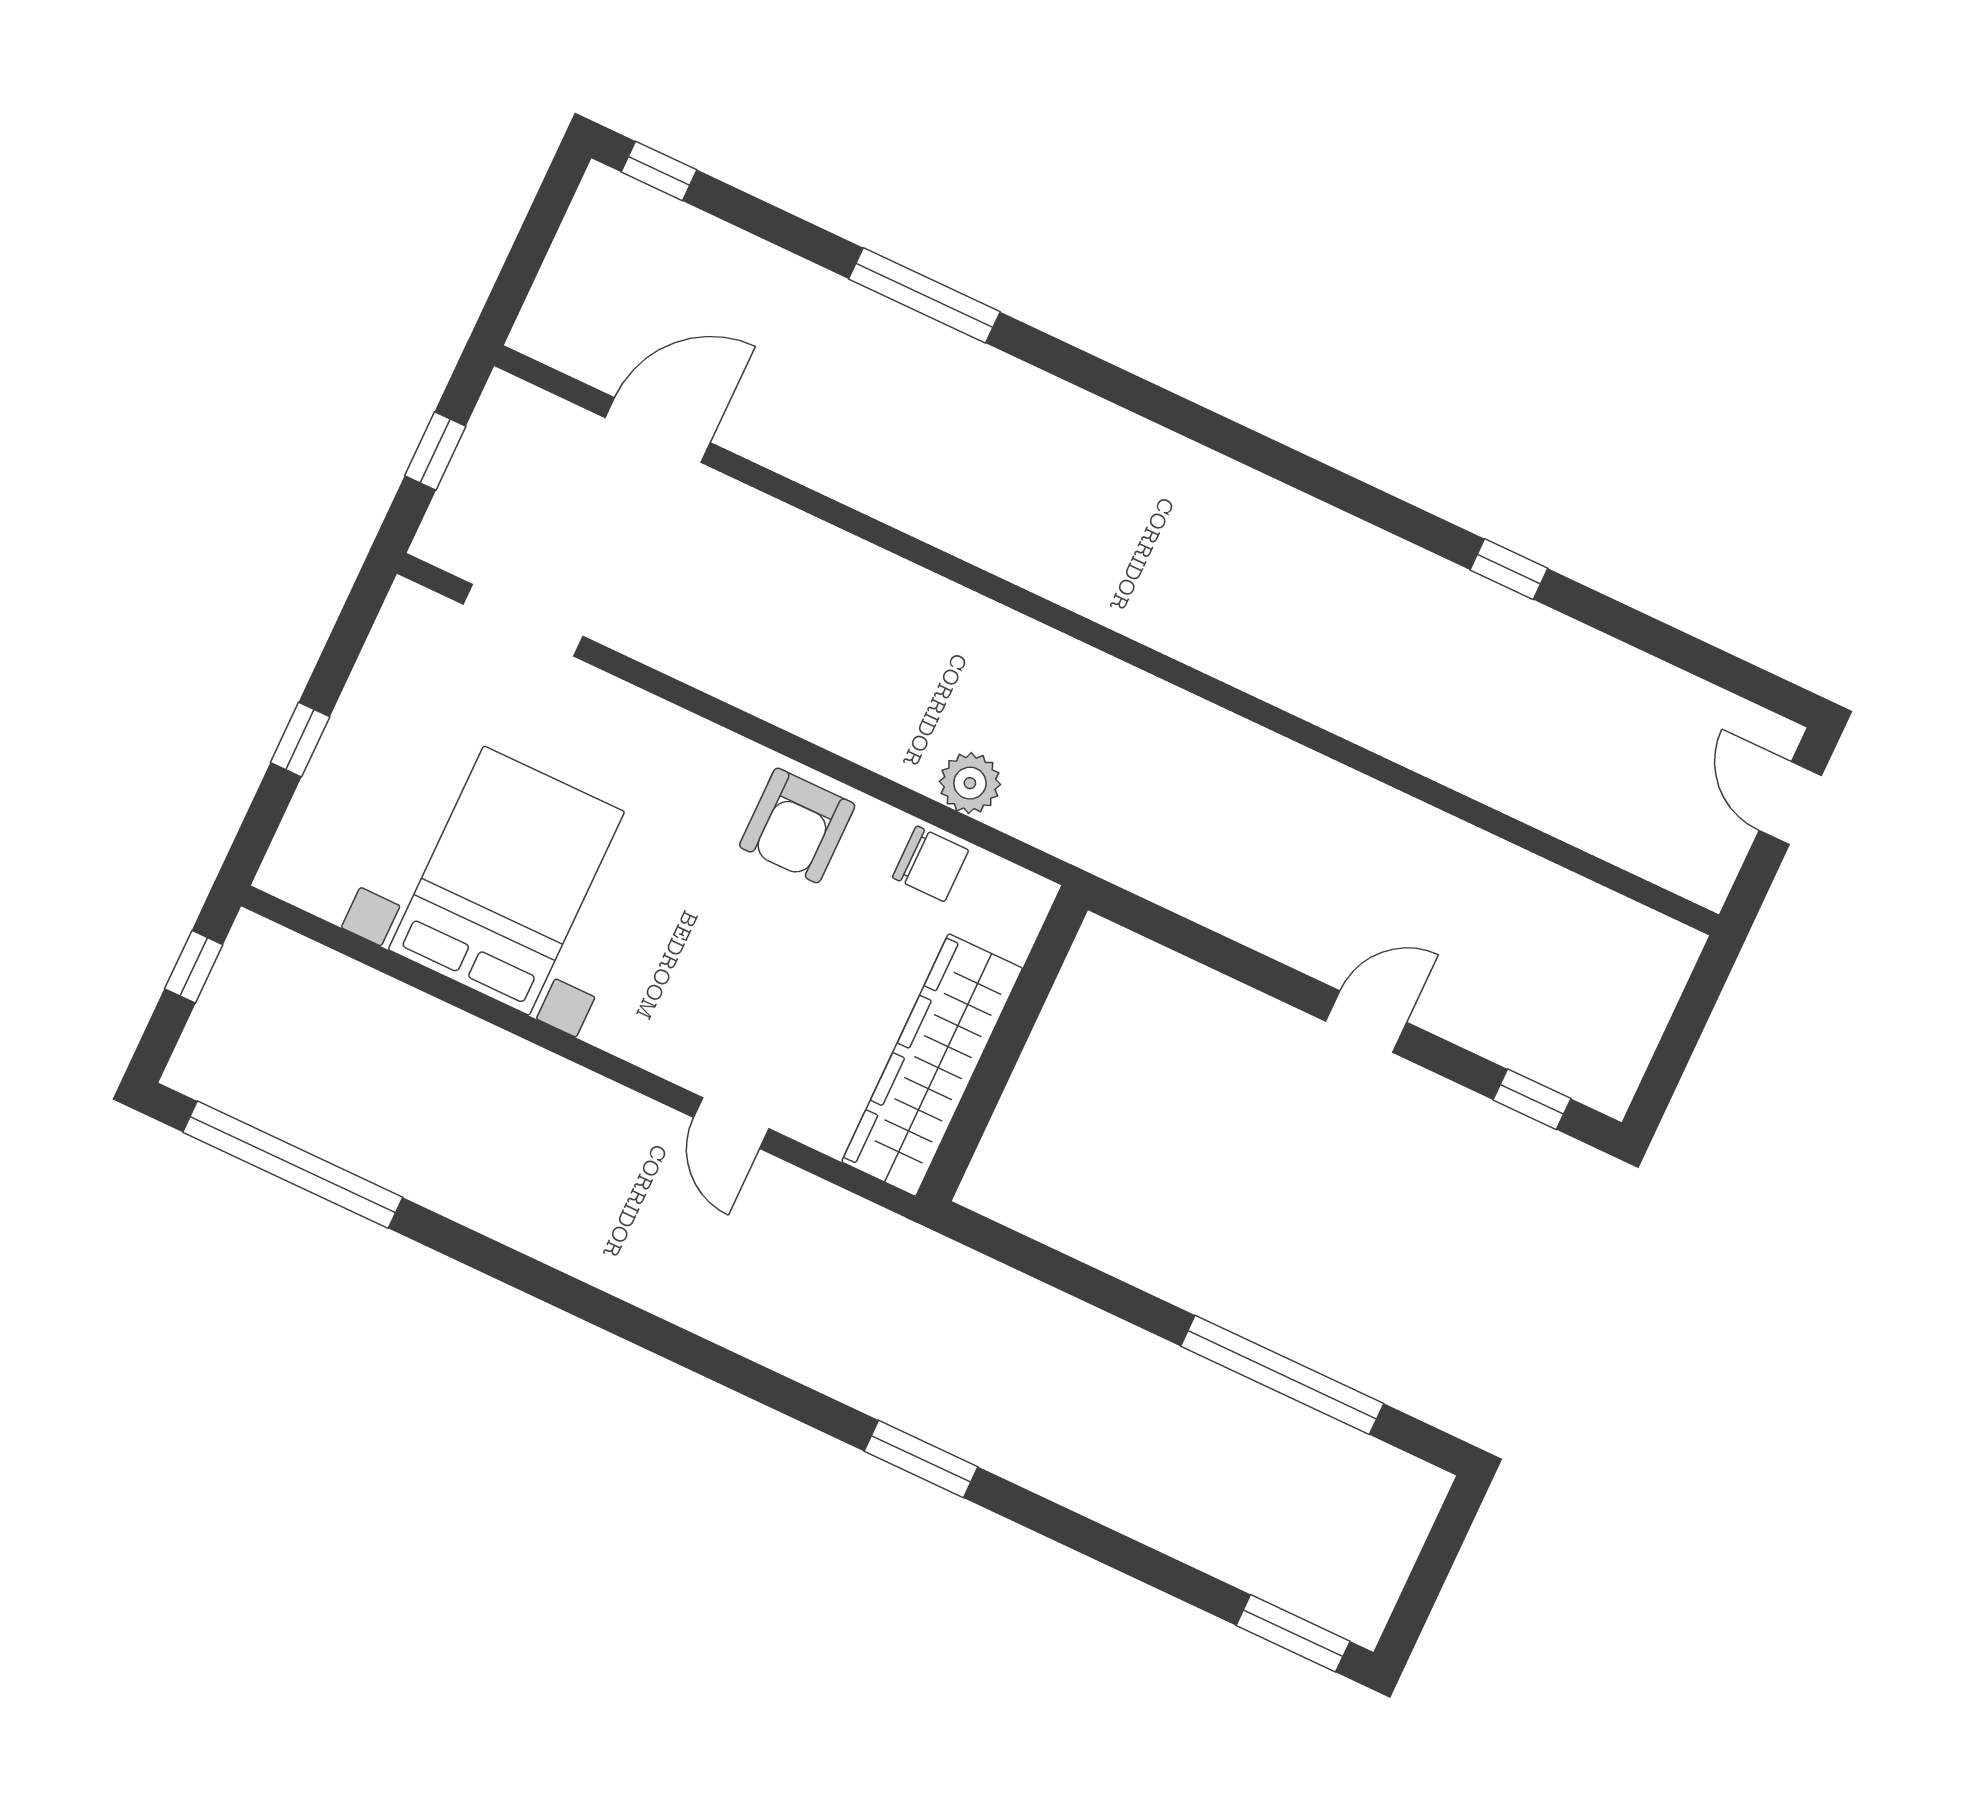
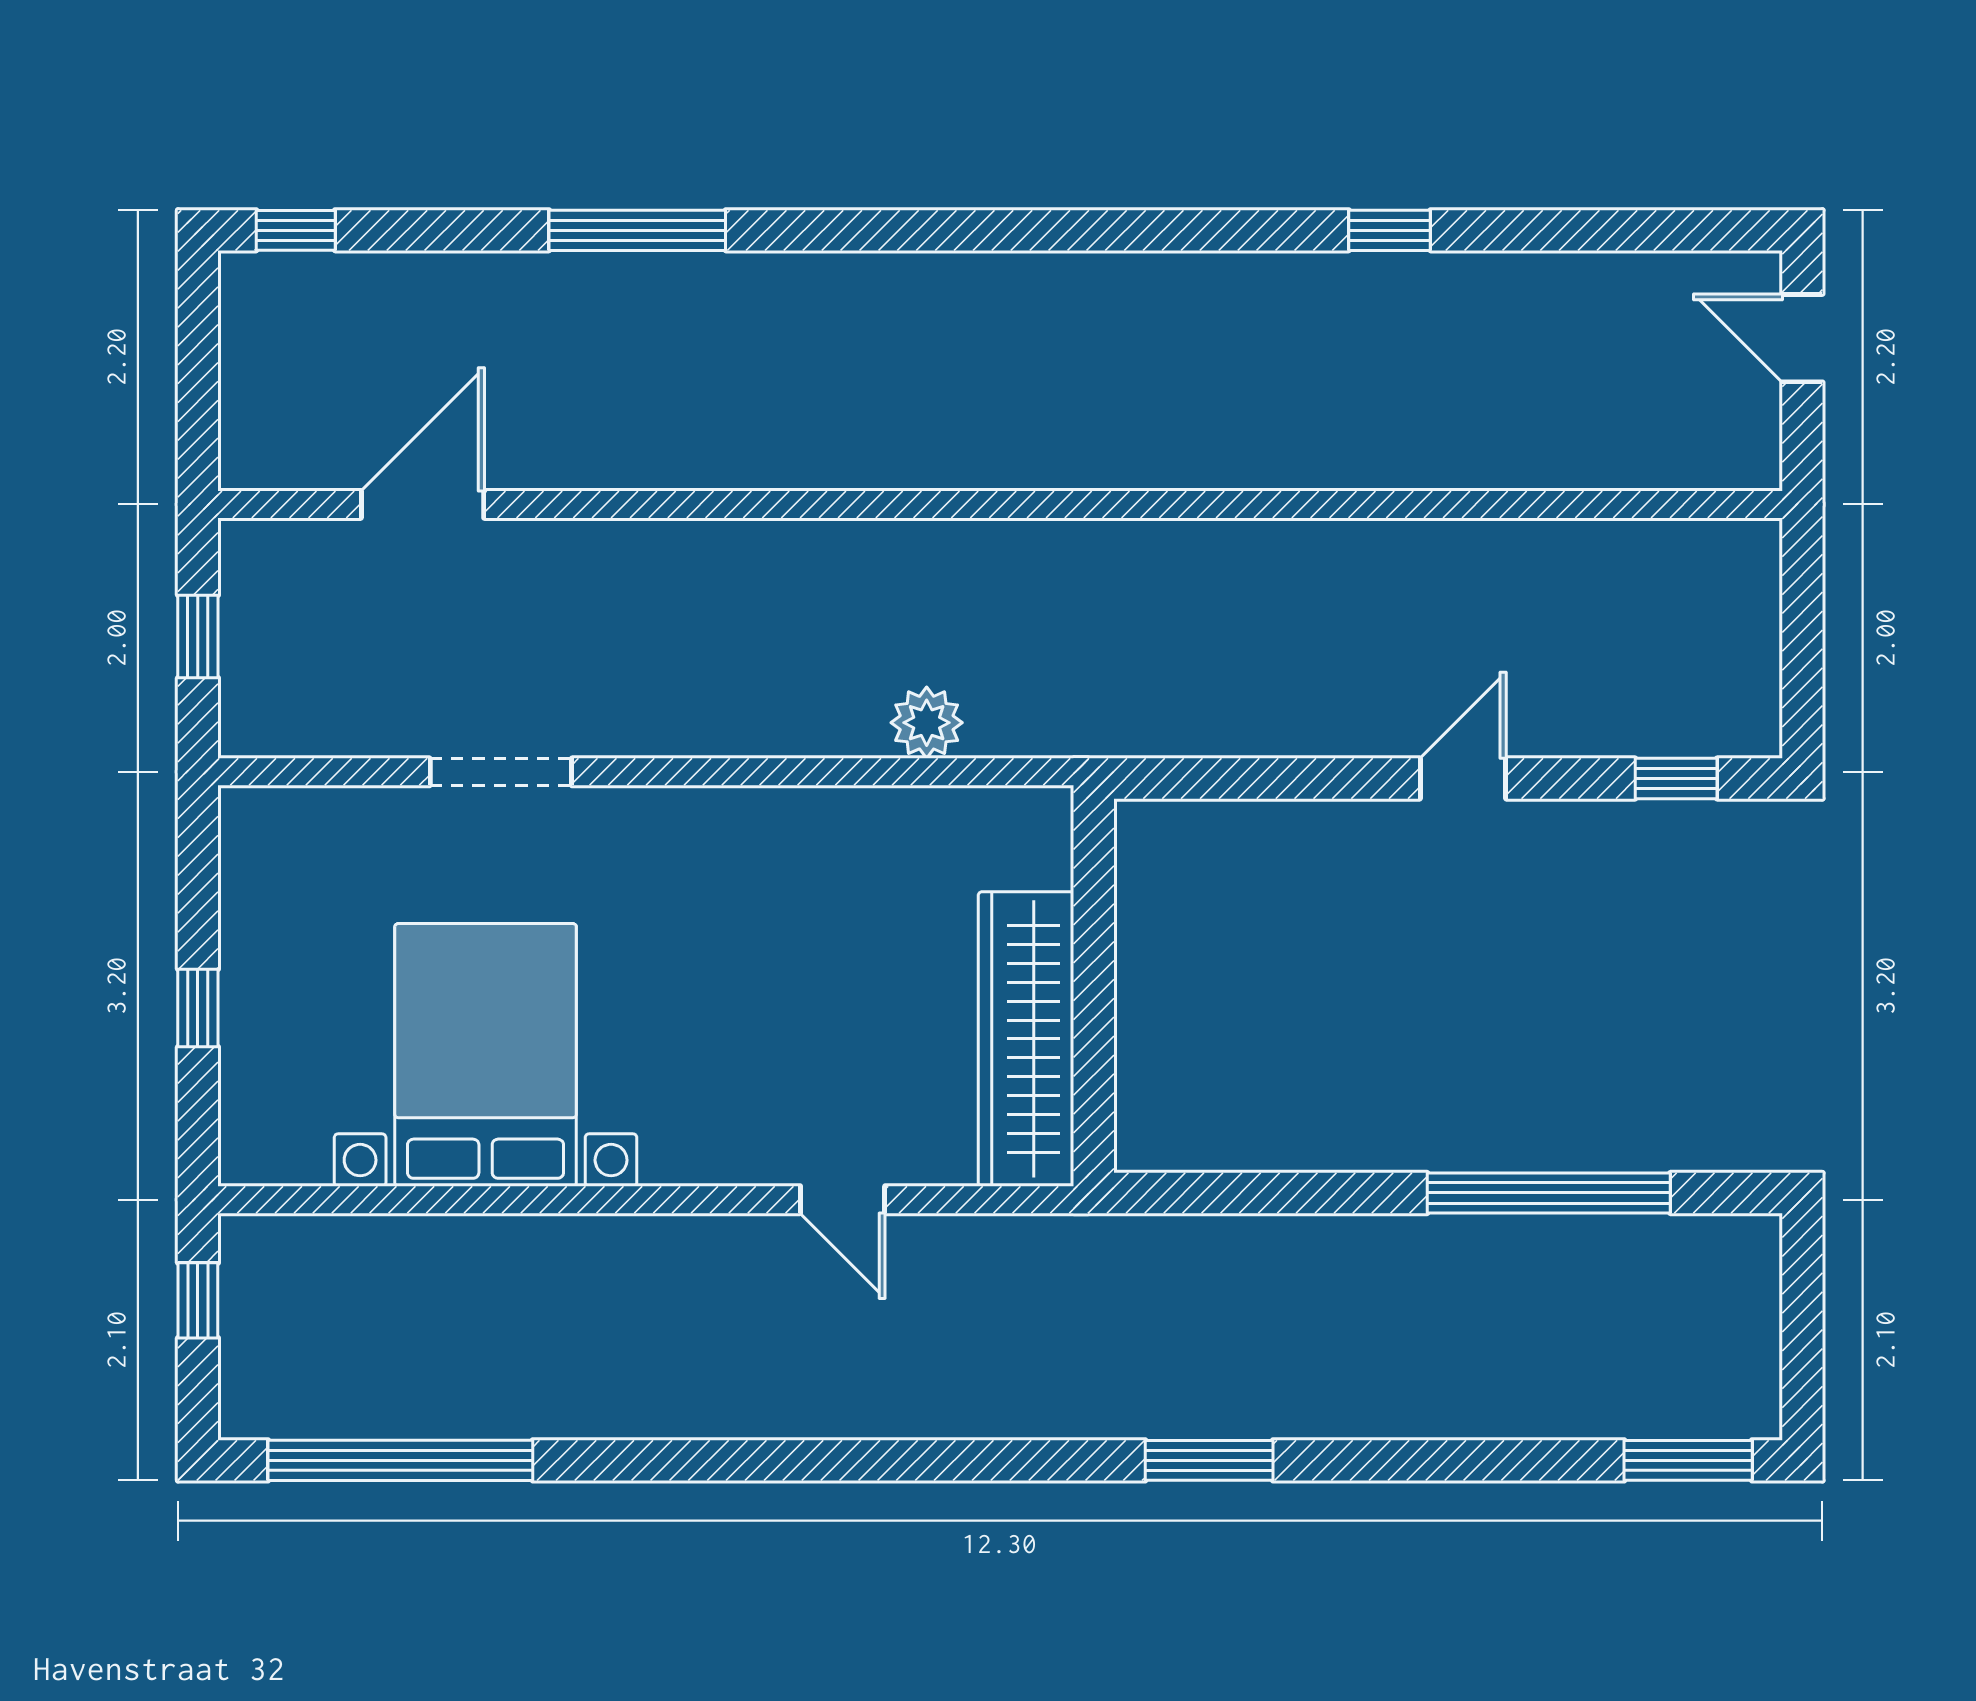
doorway: (523, 620) -> (501, 772), moved
armchair: (797, 825) -> (765, 853), removed
chair: (930, 864) -> (925, 827), removed

